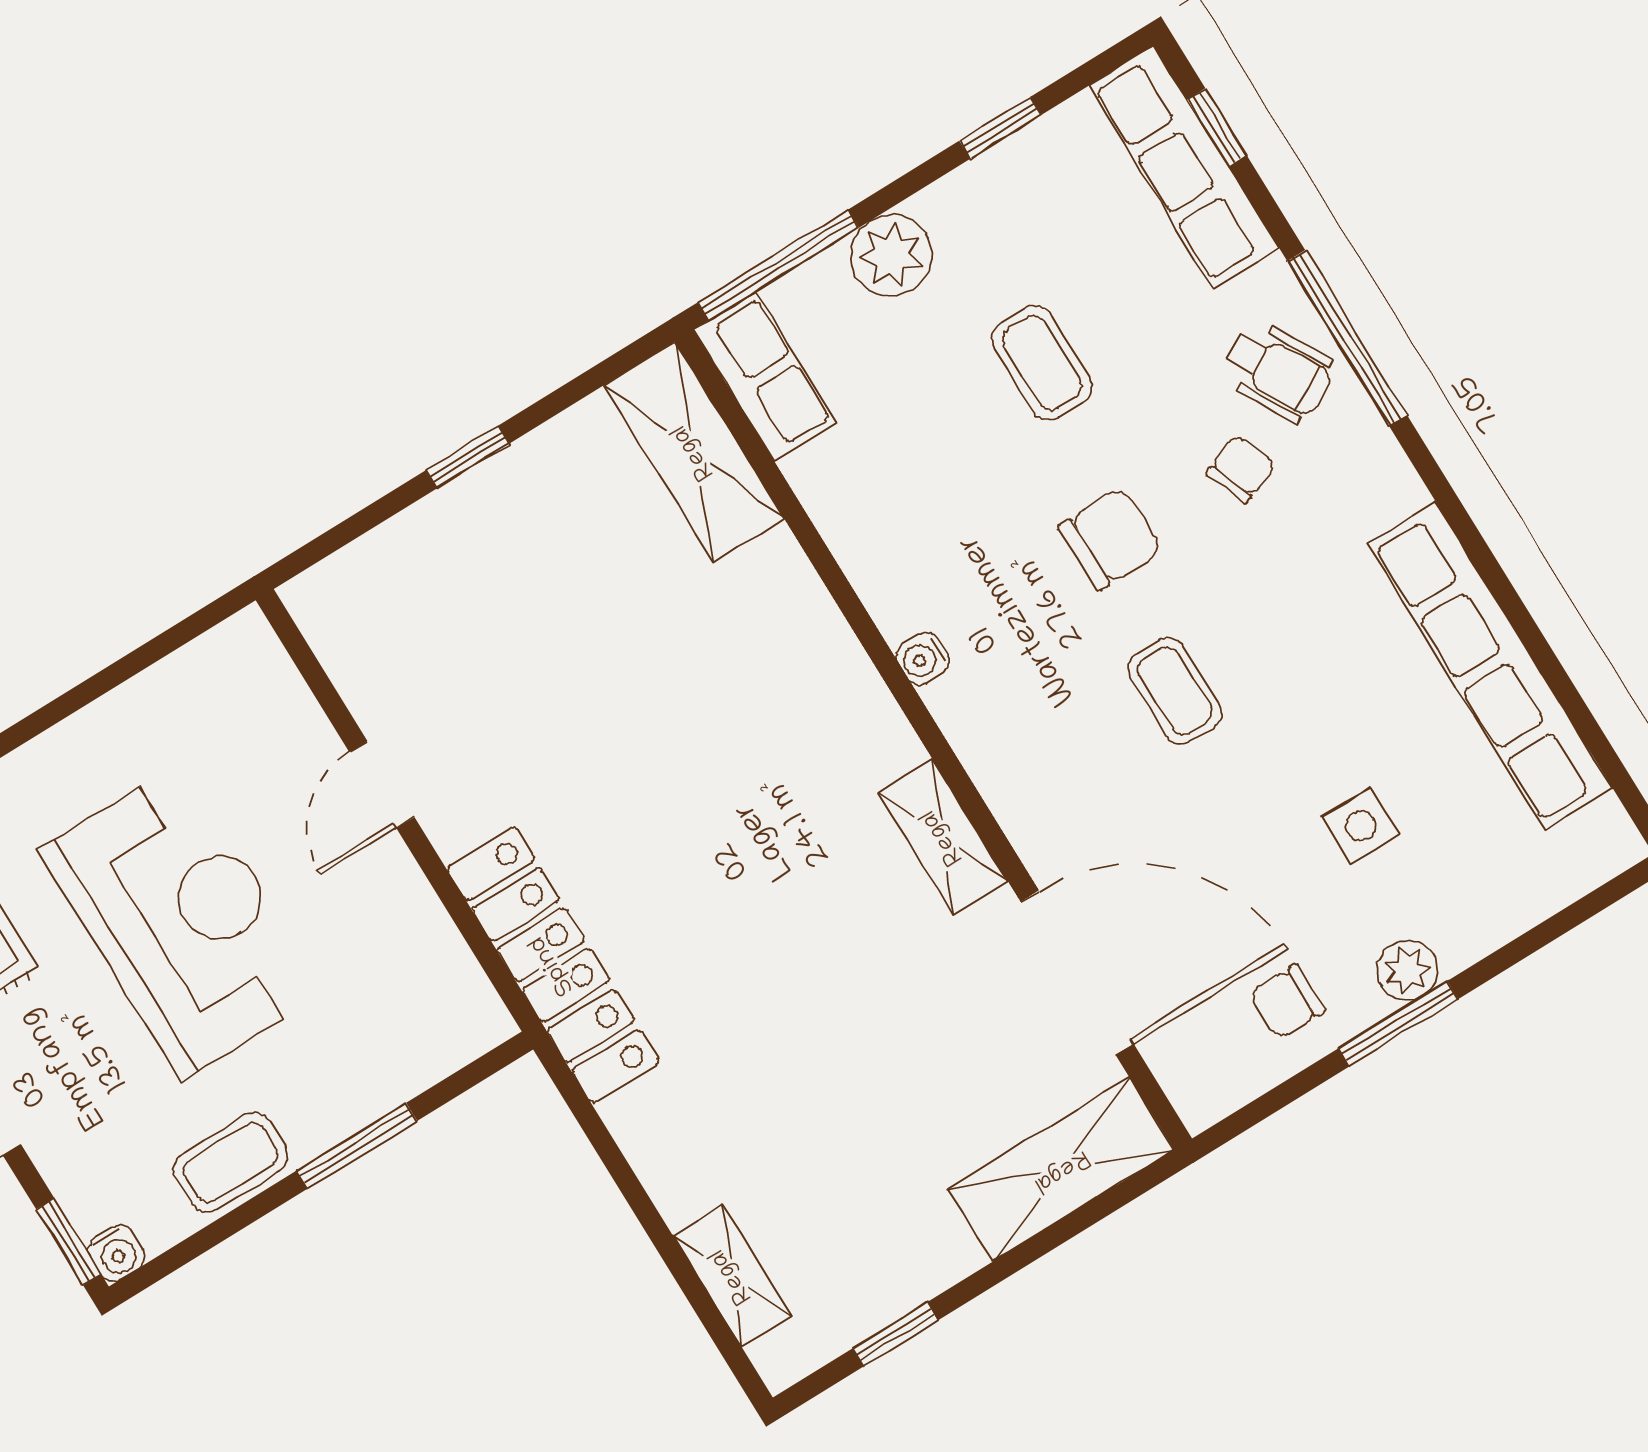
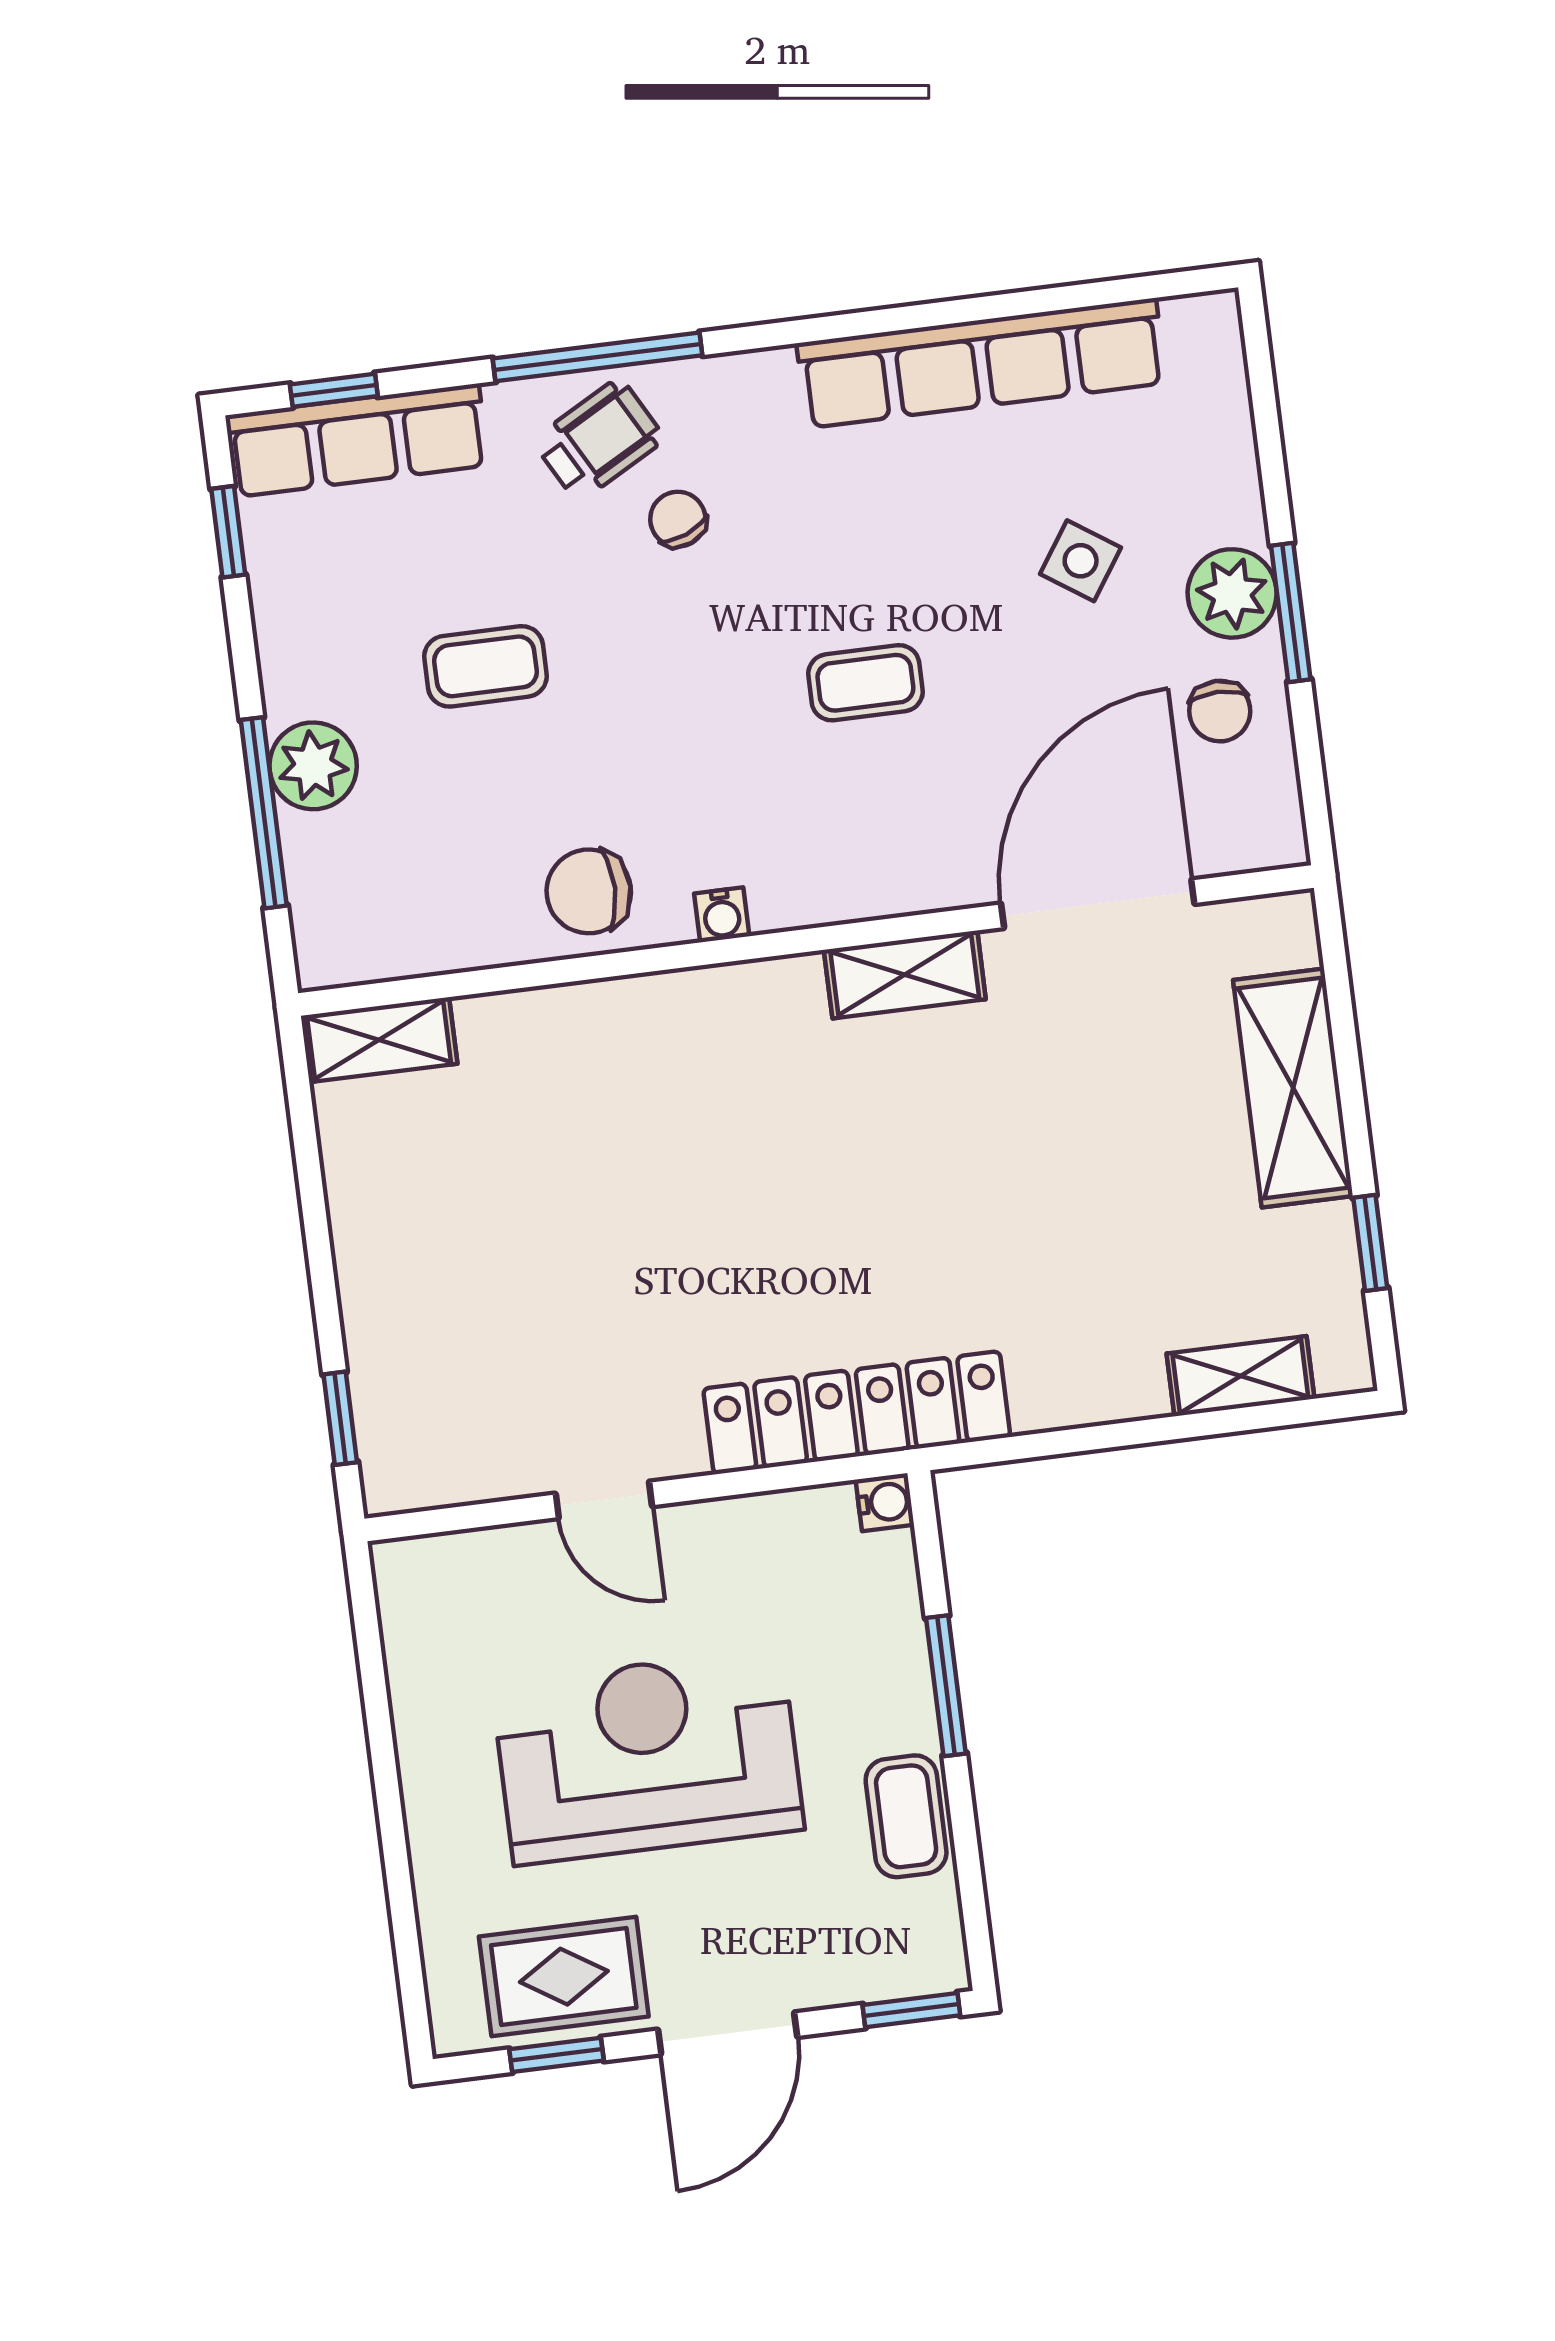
window: (1000, 128) -> (228, 532), moved
window: (778, 265) -> (264, 813), moved
row of seats: (765, 376) -> (375, 944), removed
shelving: (694, 452) -> (379, 1040), width x0.67, depth x0.75
window: (467, 457) -> (340, 1418), moved
chair: (1110, 539) -> (589, 891), moved, turned -90
side table: (1361, 826) -> (1081, 561), turned 34
plant: (1407, 970) -> (1232, 593), width x1.38, depth x1.38
shelving: (1061, 1170) -> (1293, 1088), moved
water cooler: (117, 1253) -> (885, 1502), moved

